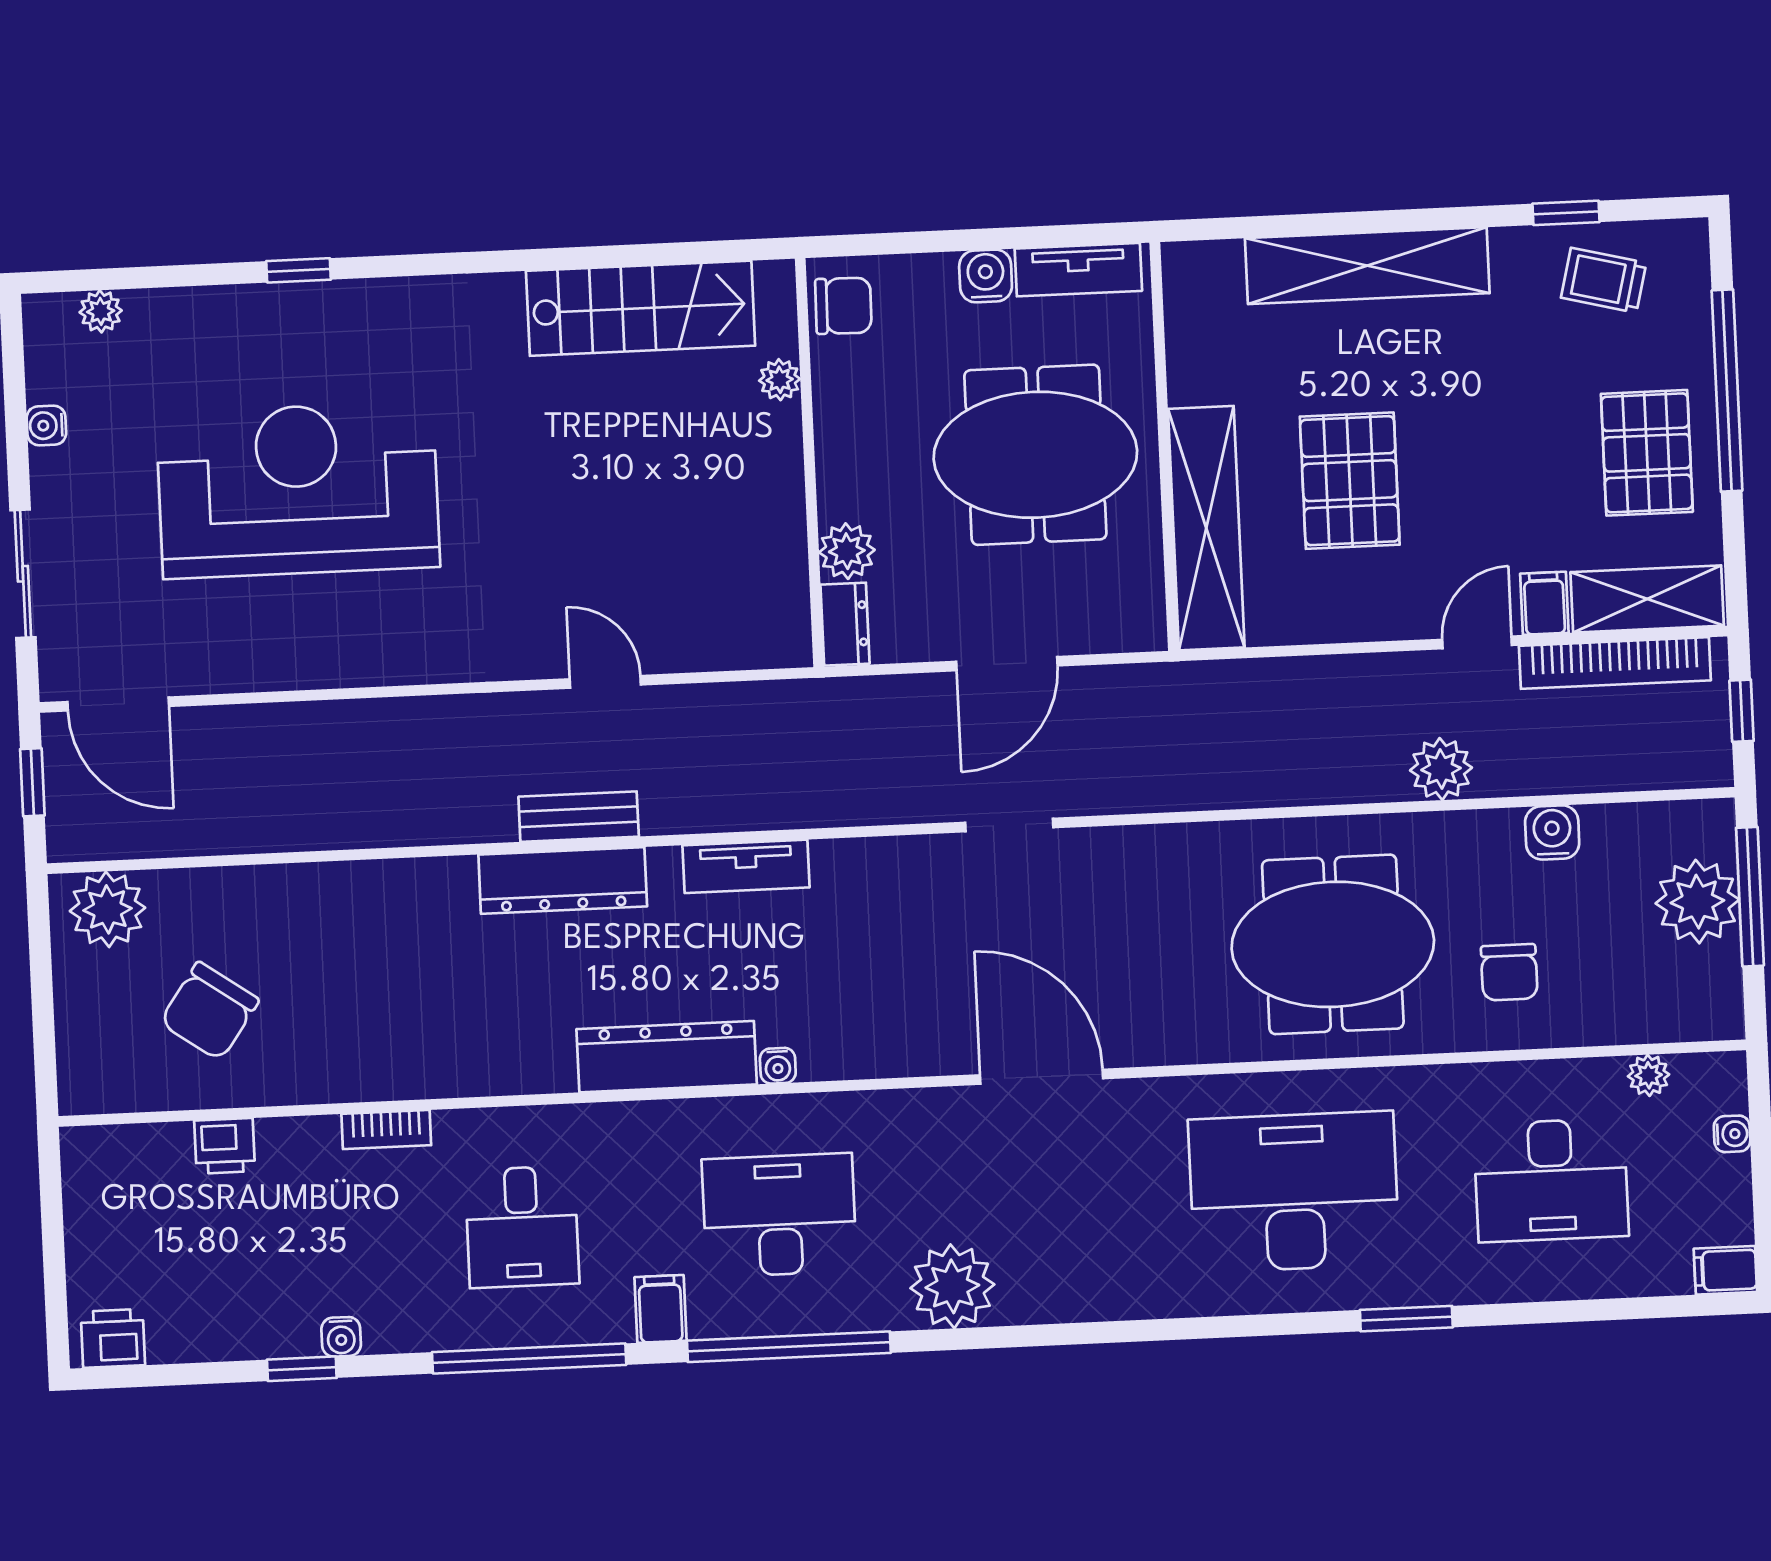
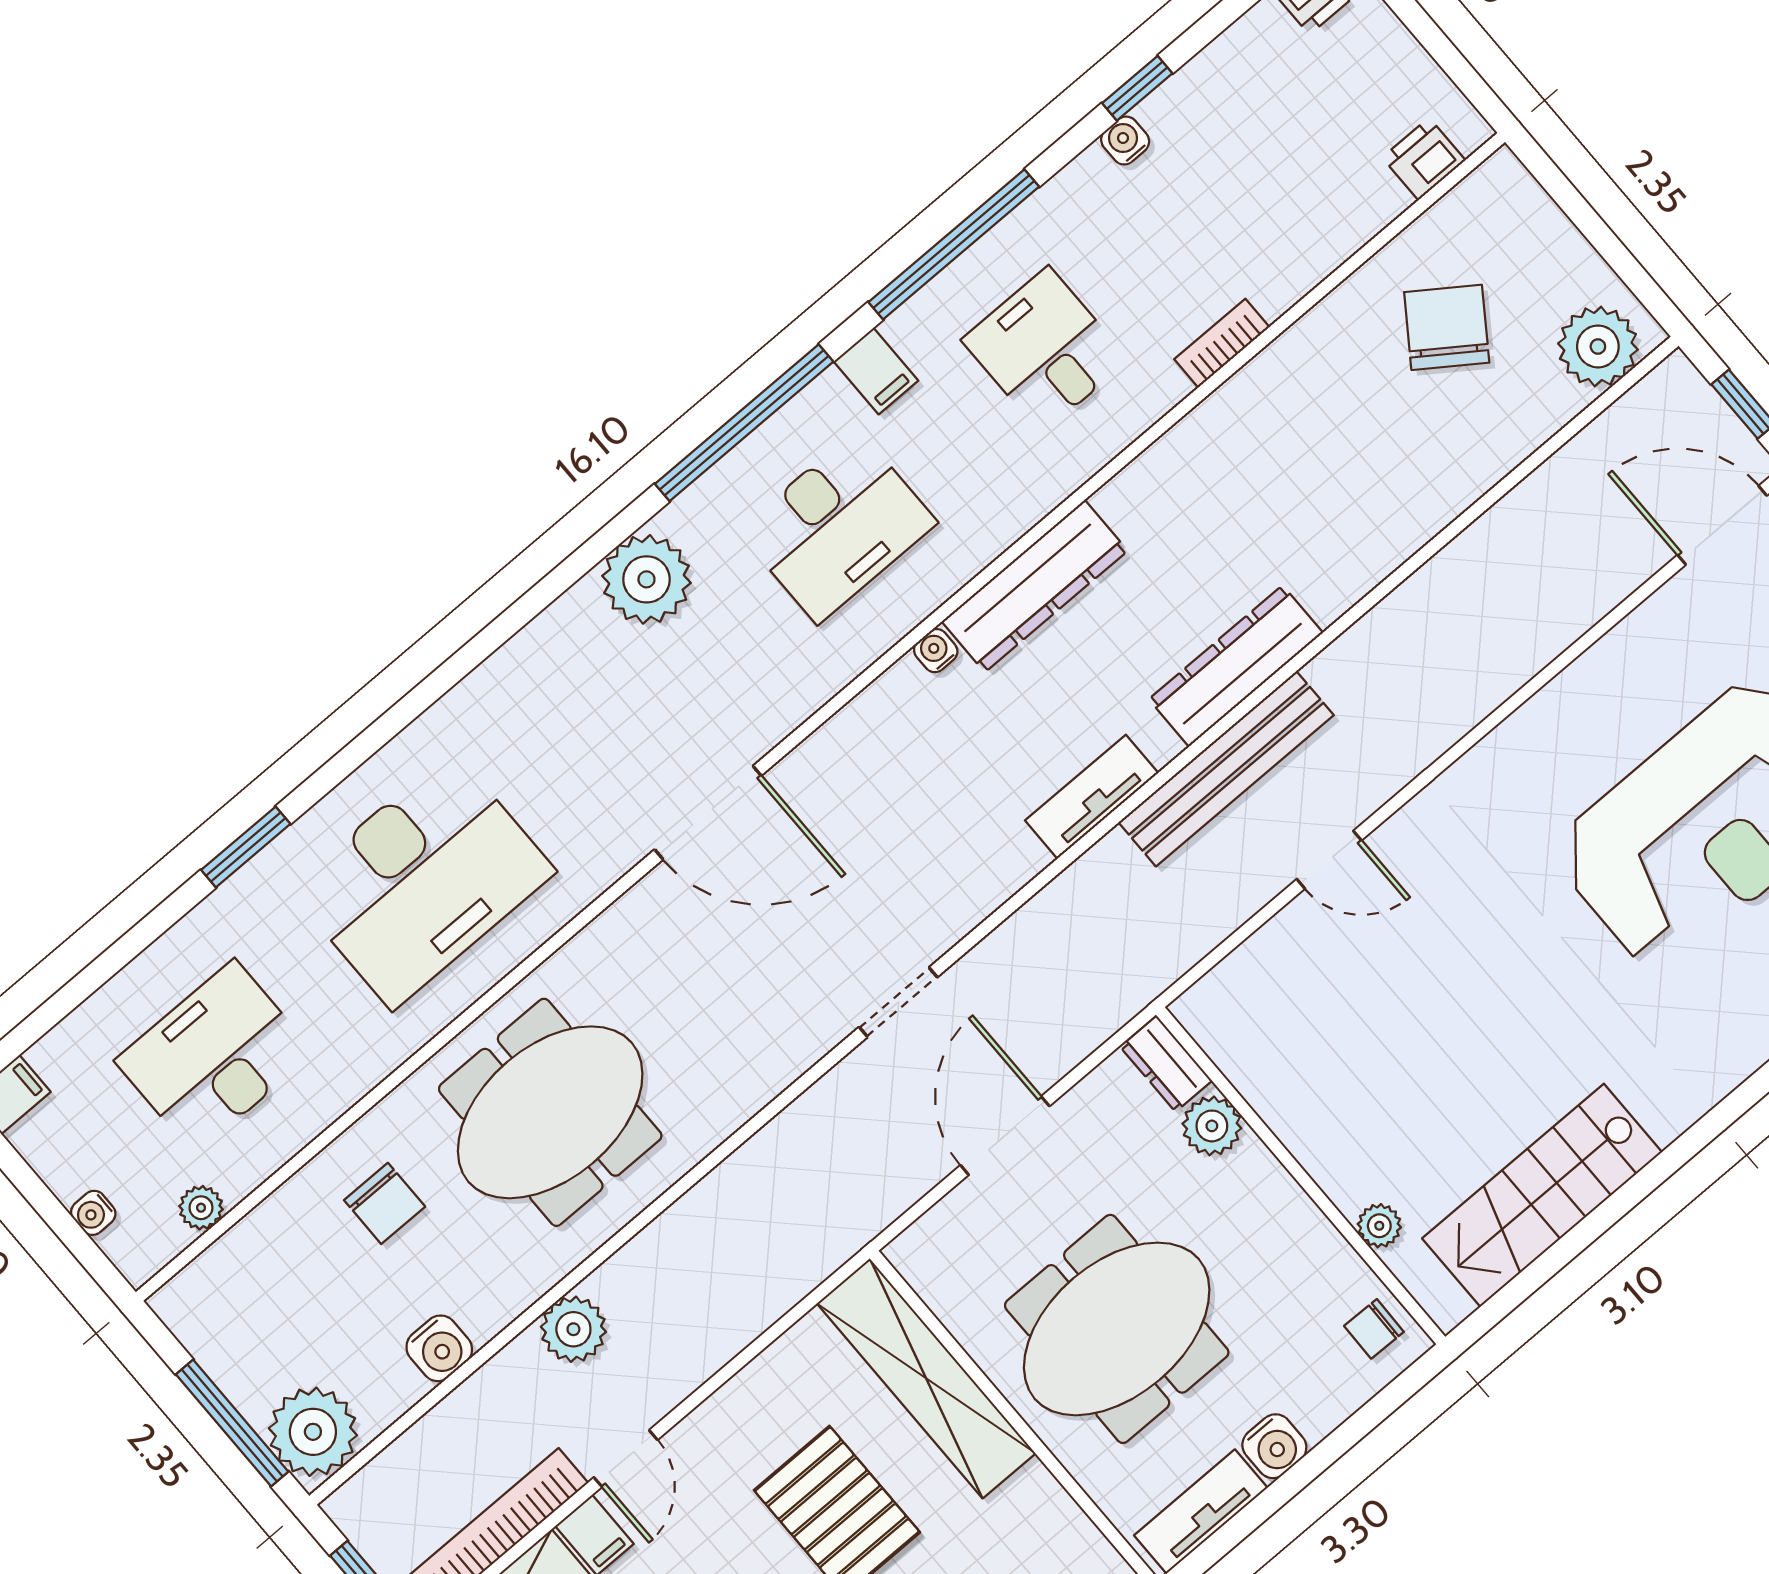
chair: (843, 306) -> (1374, 1329), width x0.73, depth x0.73
bench: (579, 817) -> (1226, 769), width x1.86, depth x1.21
plant: (1697, 902) -> (313, 1432), moved
chair: (1509, 972) -> (385, 1203), turned 180
printer: (225, 1146) -> (1424, 159), moved

